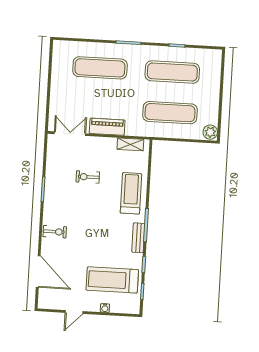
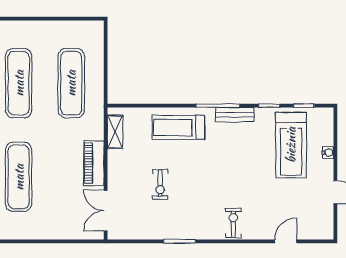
plant: (210, 132) -> (93, 30), removed
door: (38, 272) -> (286, 241), width x0.53

